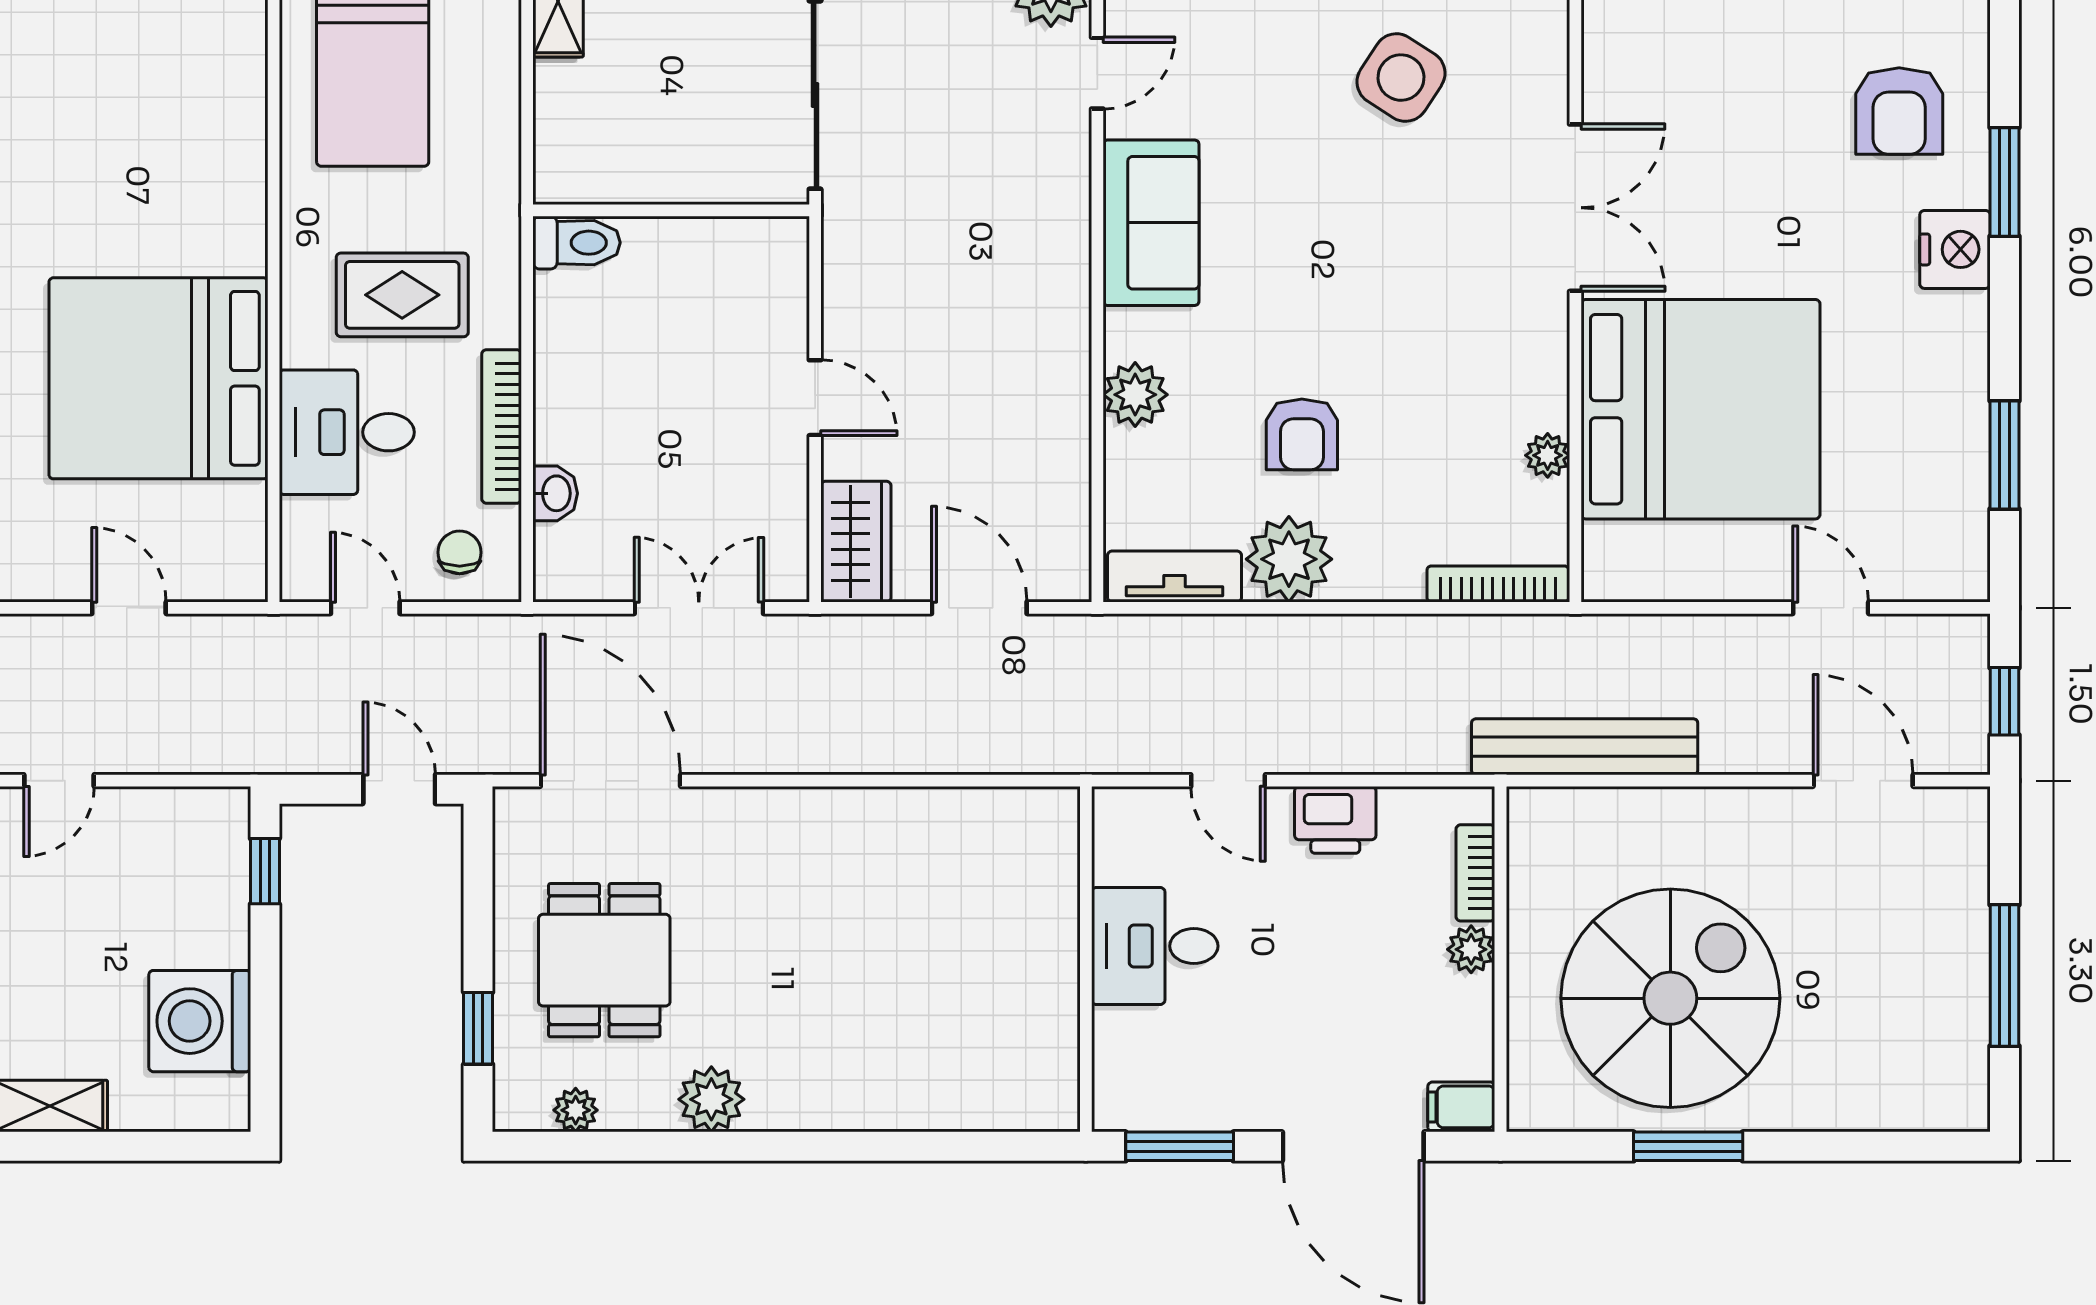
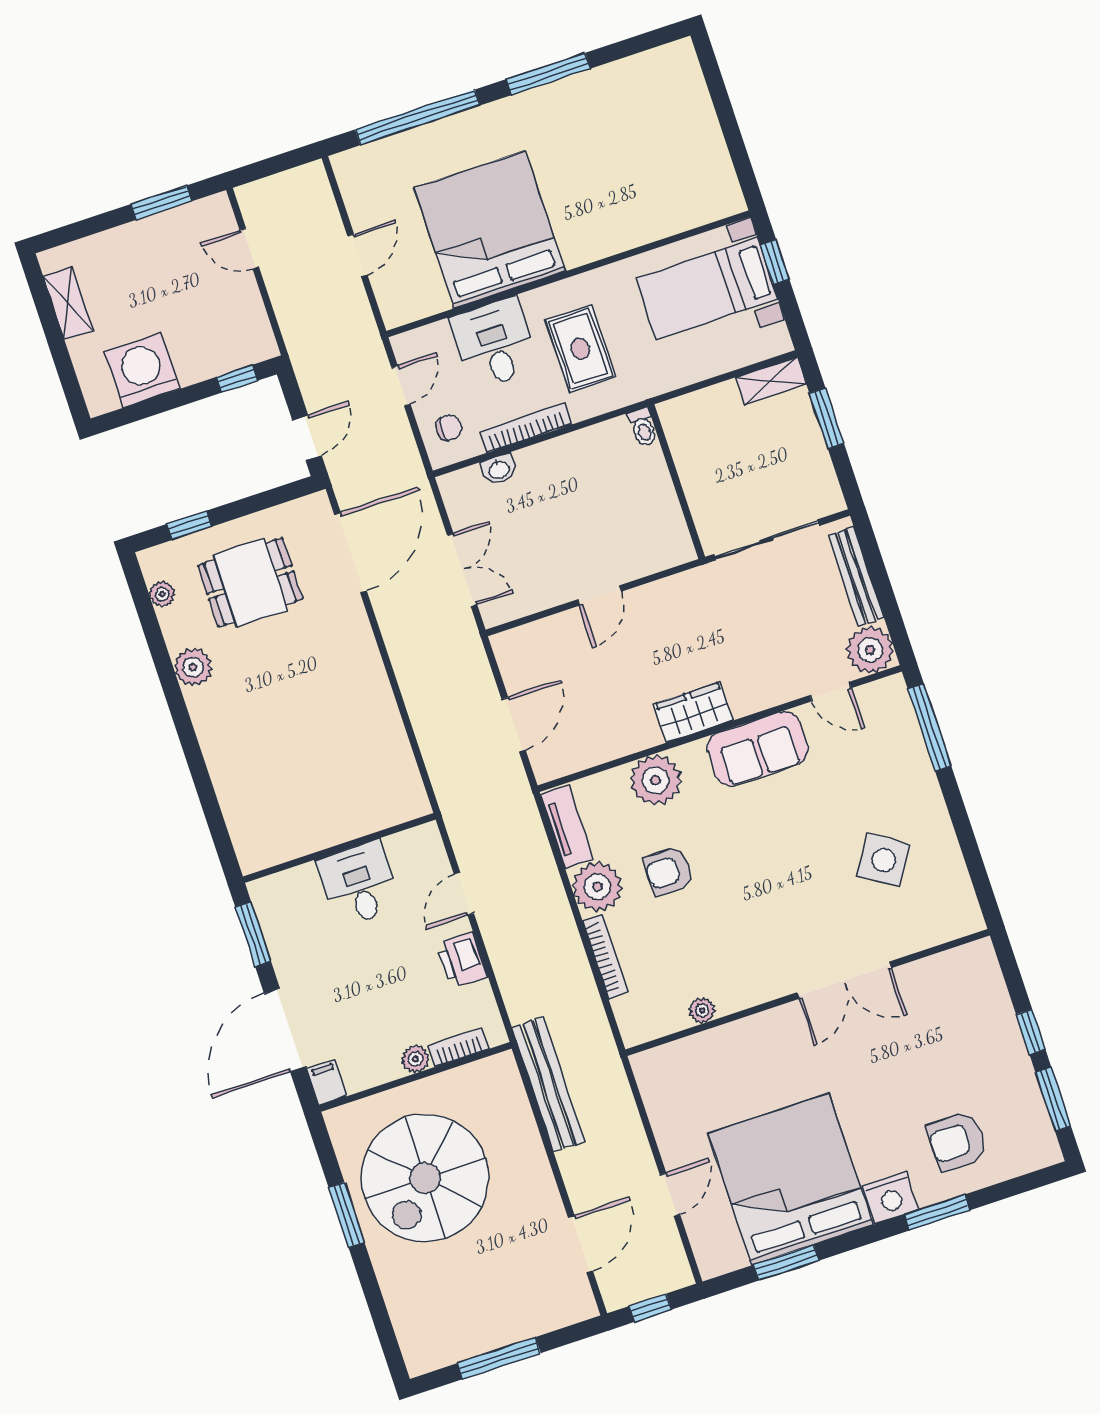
toilet: (577, 243) -> (643, 427), width x0.73, depth x0.72
plant: (1135, 395) -> (656, 780), width x1.36, depth x1.36
bed: (1700, 409) -> (790, 1179), moved, turned 180
wardrobe: (856, 542) -> (693, 712), moved, turned 180
bookcase: (1498, 584) -> (605, 957), moved
spiral stairs: (1670, 998) -> (425, 1178), turned 90

